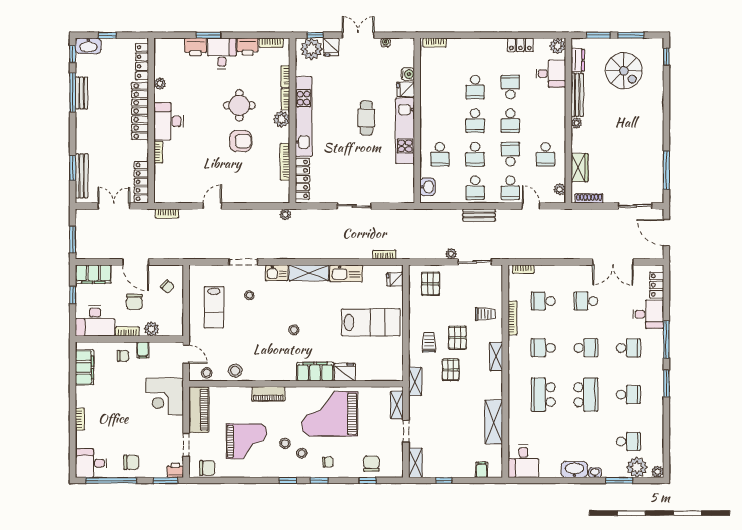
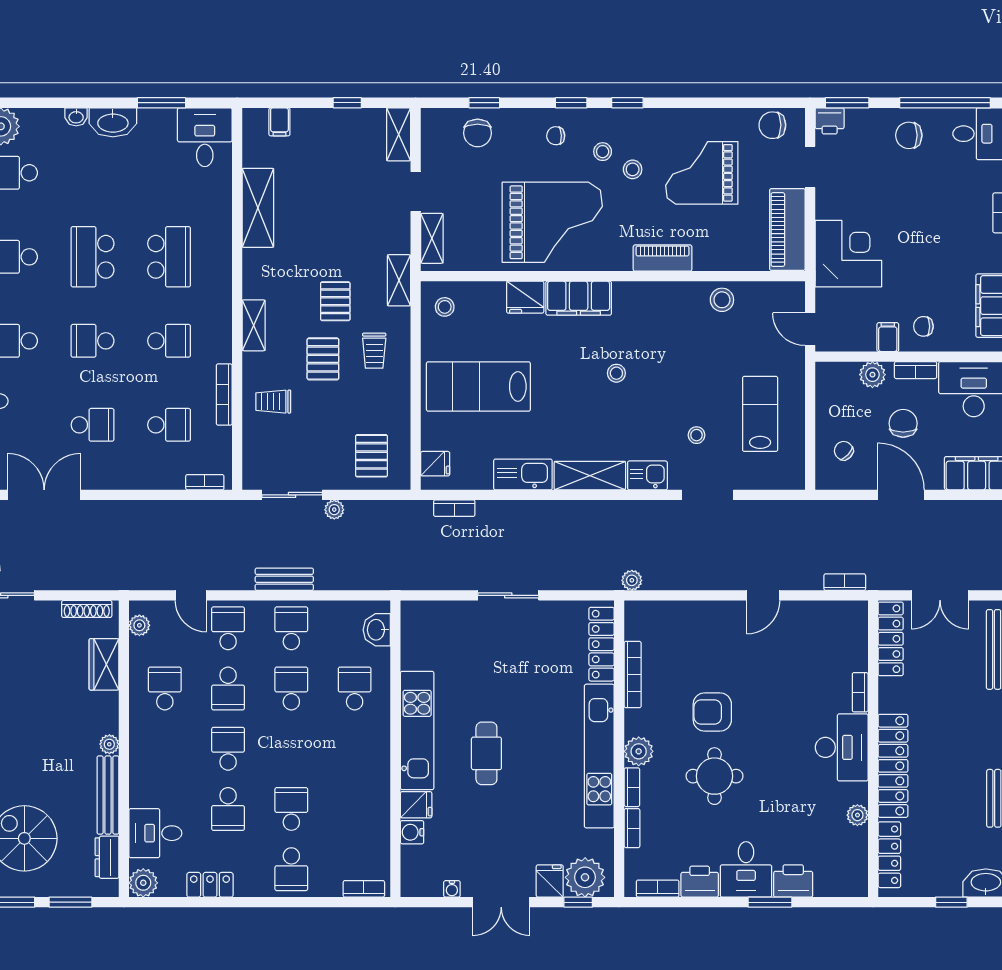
school desk: (475, 121) -> (291, 869), moved, turned 180
stool: (207, 373) -> (445, 307), moved
window: (619, 480) -> (161, 103), moved

